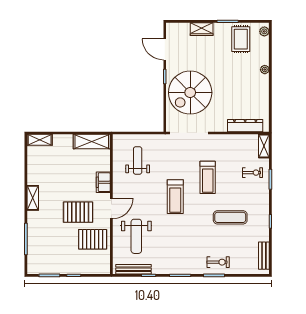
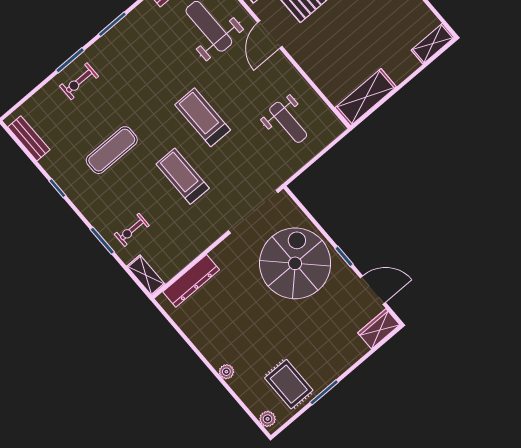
wardrobe: (202, 29) -> (379, 329), moved
filing cabinet: (103, 182) -> (308, 59), removed

